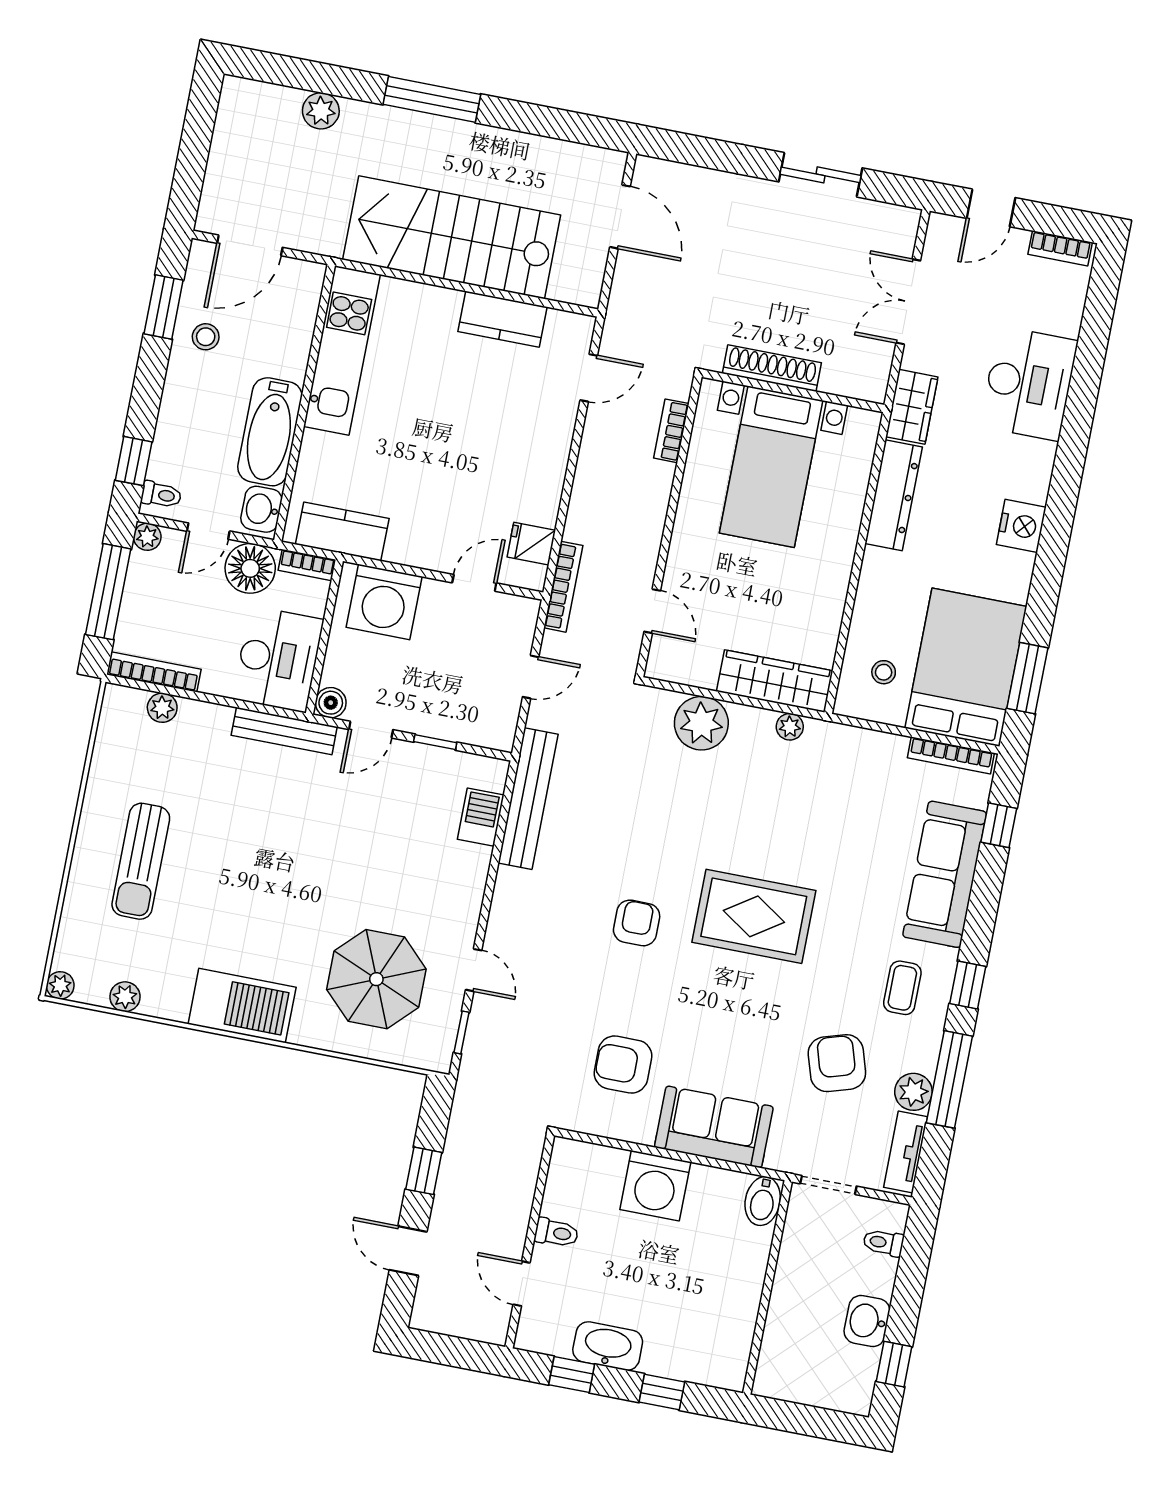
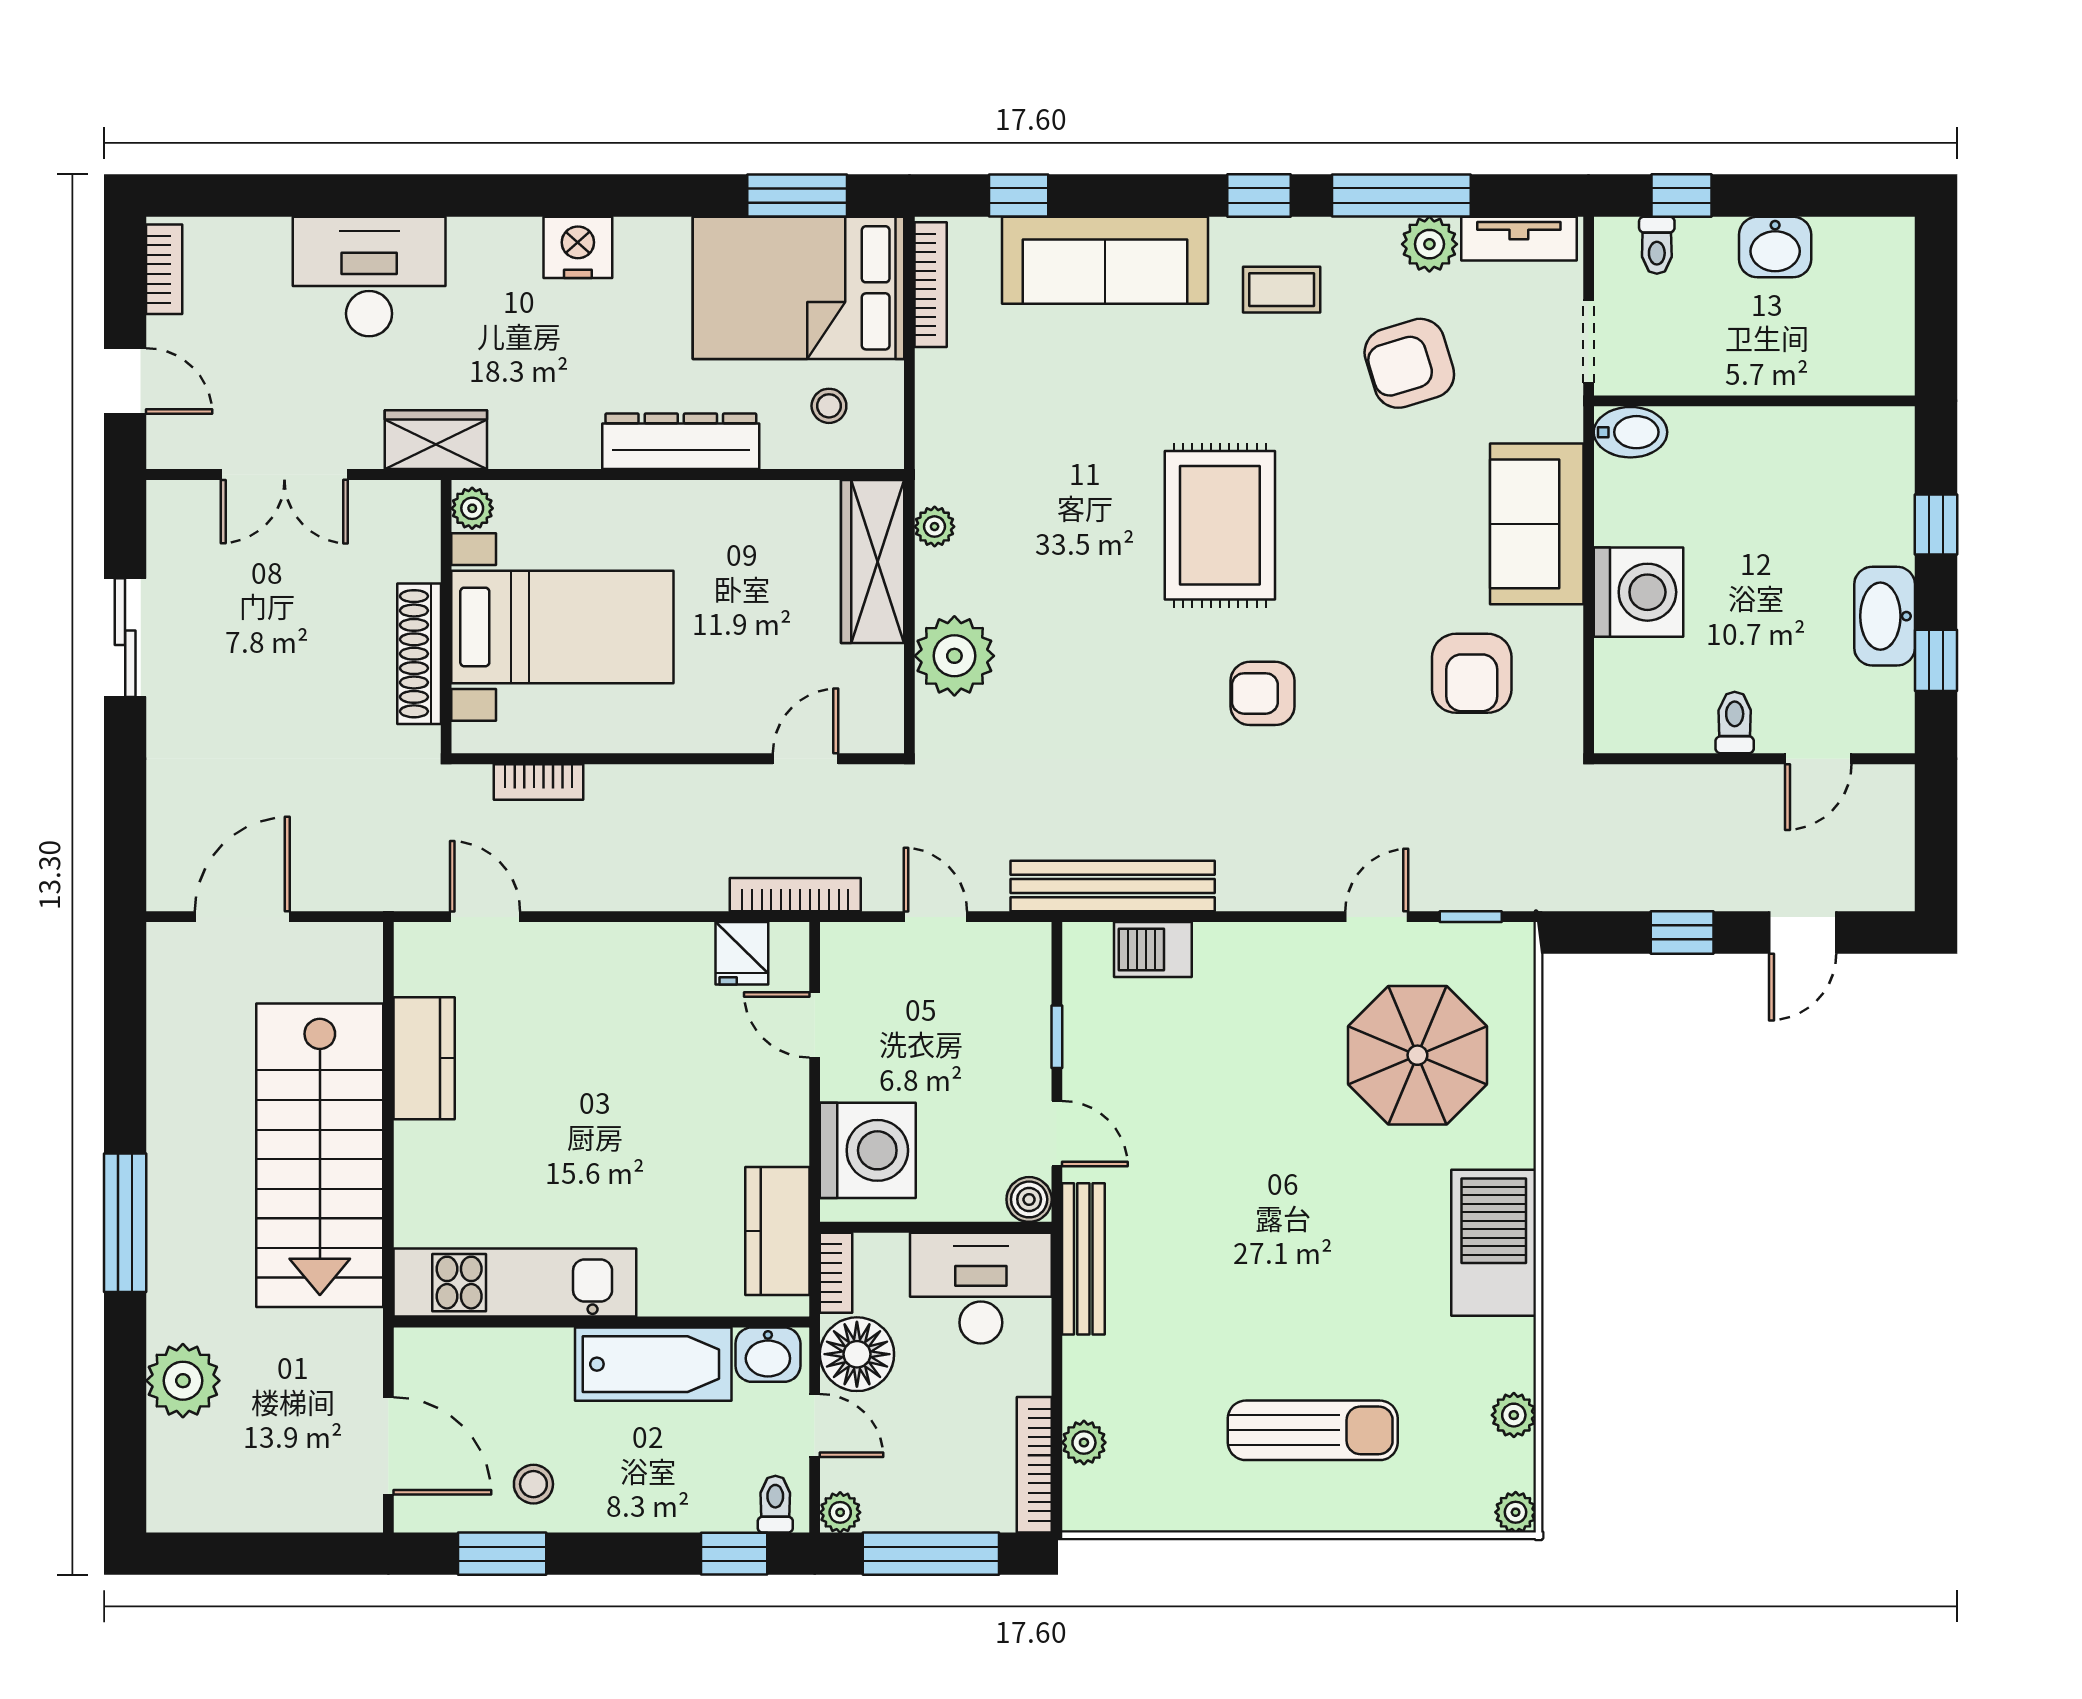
plant: (321, 111) -> (183, 1381), width x1.36, depth x1.36
plant: (862, 422) -> (472, 508), added
dresser: (894, 495) -> (681, 441), moved
window: (894, 1364) -> (1682, 195), moved

